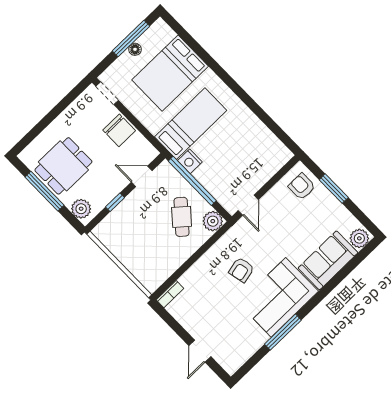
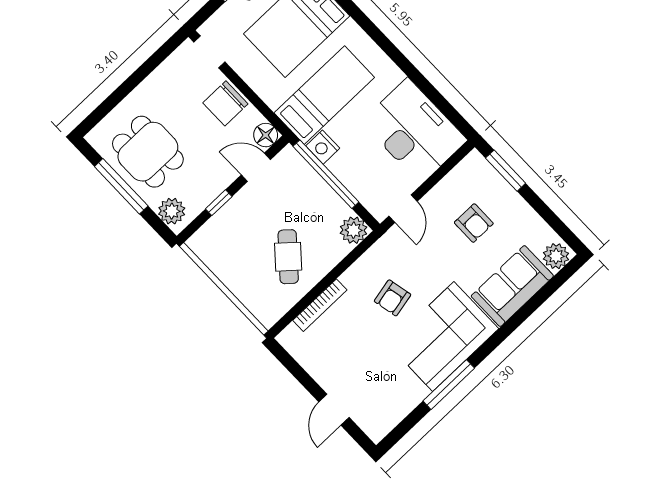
chair: (119, 130) -> (225, 103), turned 90
desk: (256, 149) -> (414, 131), added
floor lamp: (148, 153) -> (266, 135), added
dining table: (63, 166) -> (148, 152), turned 90
armchair: (302, 187) -> (474, 223), moved, turned 180
window: (334, 189) -> (506, 171), moved
cafe table: (182, 217) -> (288, 257), moved
bookcase: (170, 294) -> (320, 305), moved, width x1.56

